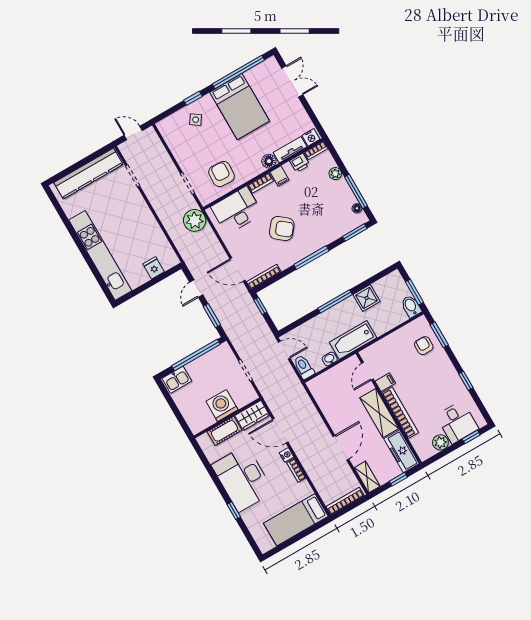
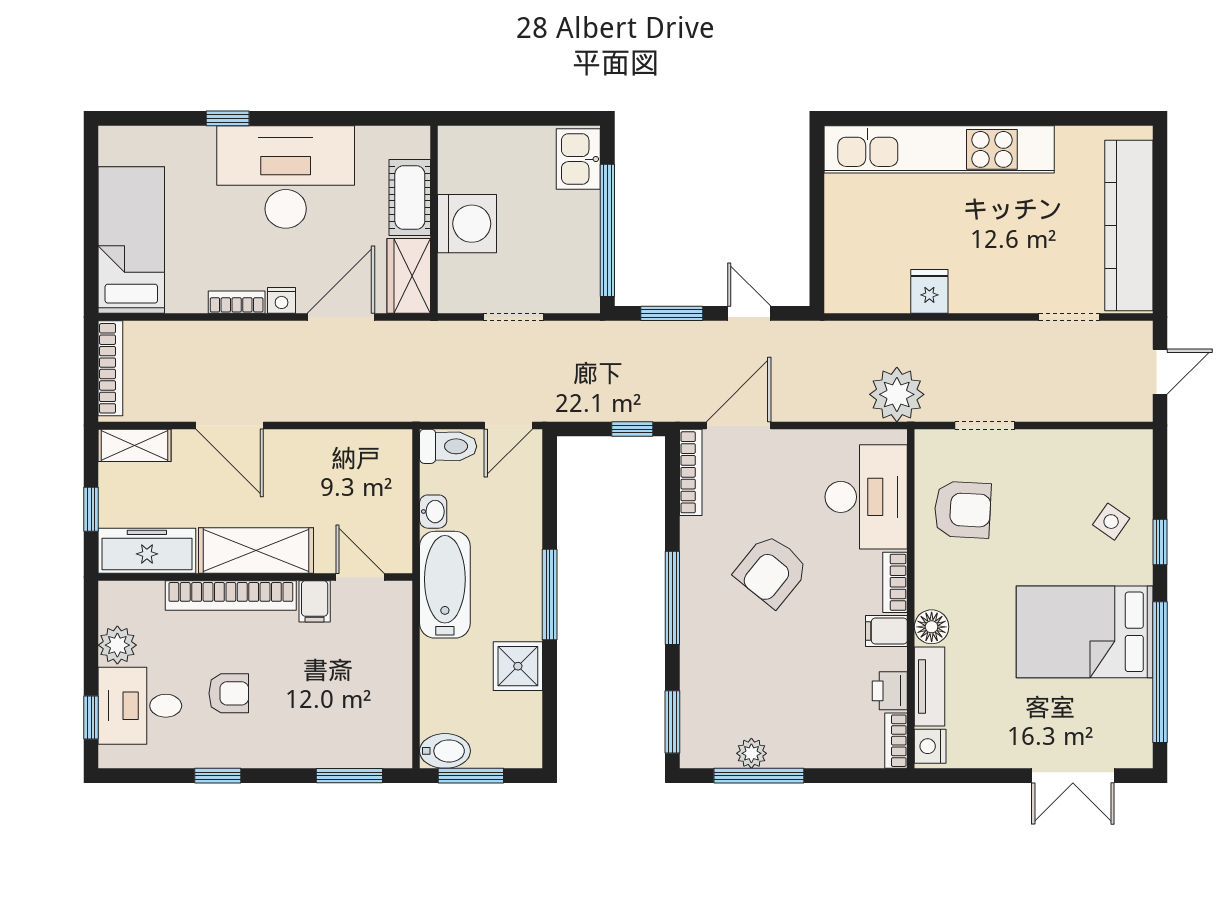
plant: (335, 174) -> (751, 753), moved
floor lamp: (357, 208) -> (722, 757), removed
fridge: (154, 268) -> (929, 291), moved, turned -90
armchair: (424, 346) -> (229, 693), moved

